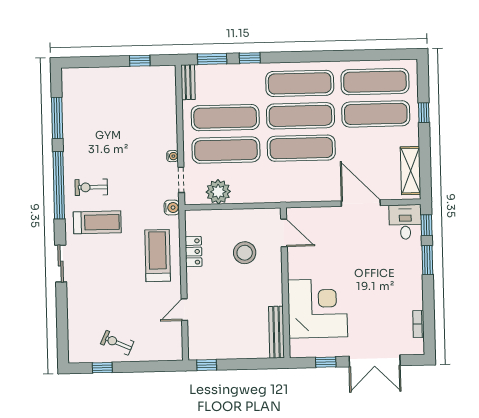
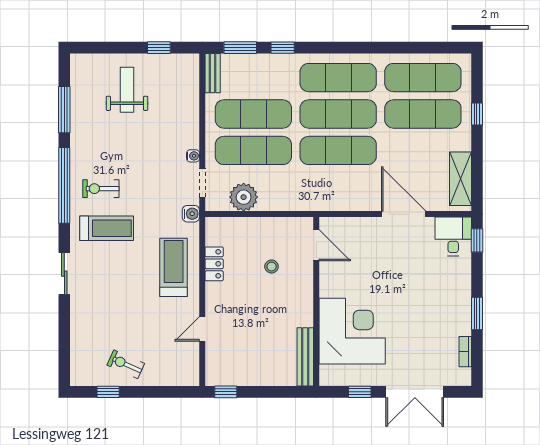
weight bench: (112, 99) -> (127, 90), added
stool: (245, 253) -> (272, 267), width x0.53, depth x0.53
window: (427, 260) -> (477, 313), moved

